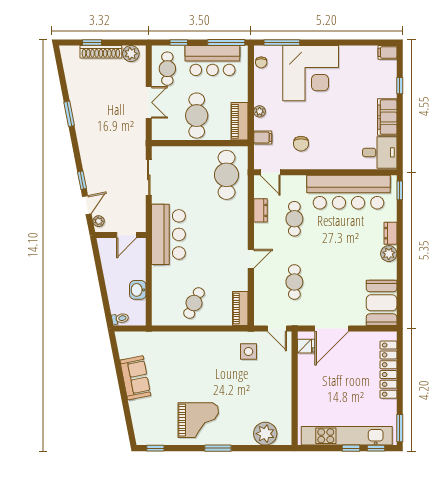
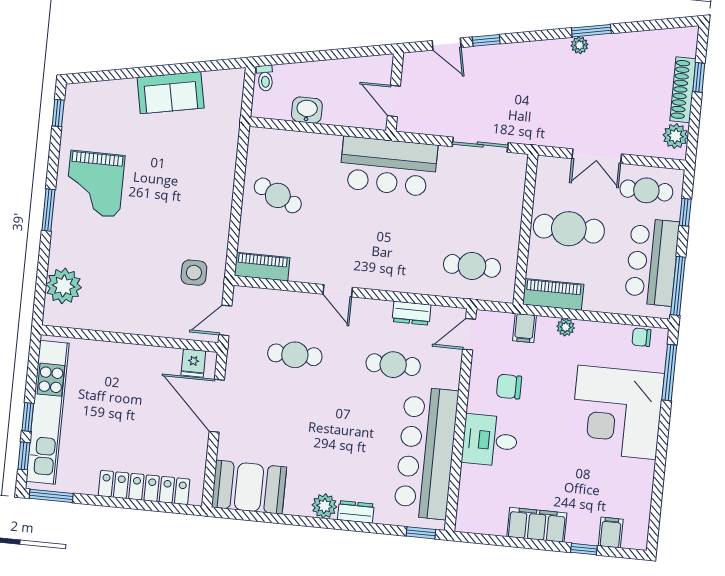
filing cabinet: (387, 52) -> (611, 532), moved
desk: (380, 152) -> (490, 440), moved, turned 90
cafe table: (227, 175) -> (472, 266), width x0.73, depth x0.74
plant: (99, 221) -> (579, 45), moved

